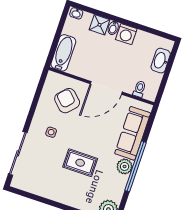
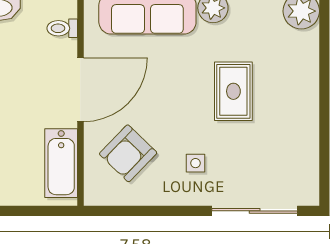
bathtub: (63, 53) -> (61, 163), moved, turned -90
door: (106, 88) -> (80, 90), hinge flipped

